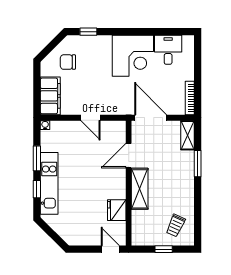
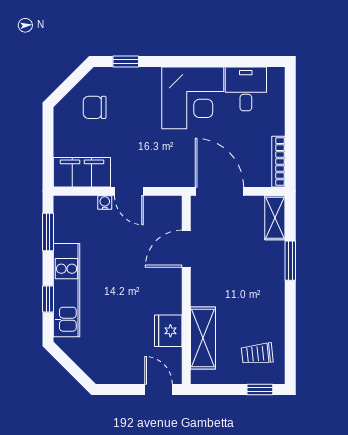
filing cabinet: (50, 96) -> (82, 172), moved, turned -90
water cooler: (45, 125) -> (105, 203), moved
window: (37, 158) -> (48, 232), moved
shelving: (140, 189) -> (203, 338), moved
trolley: (176, 225) -> (257, 354), turned 60
window: (164, 249) -> (260, 390), moved

